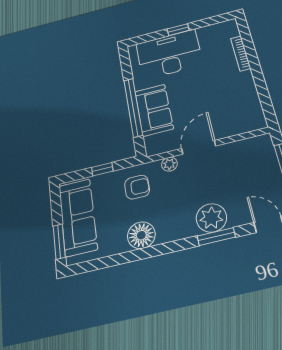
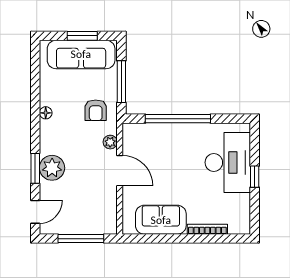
sofa: (154, 110) -> (161, 220), moved, turned 180
window: (102, 169) -> (121, 82), width x2.17
floor lamp: (141, 235) -> (46, 113), width x0.53, depth x0.53
window: (59, 241) -> (82, 36), moved

